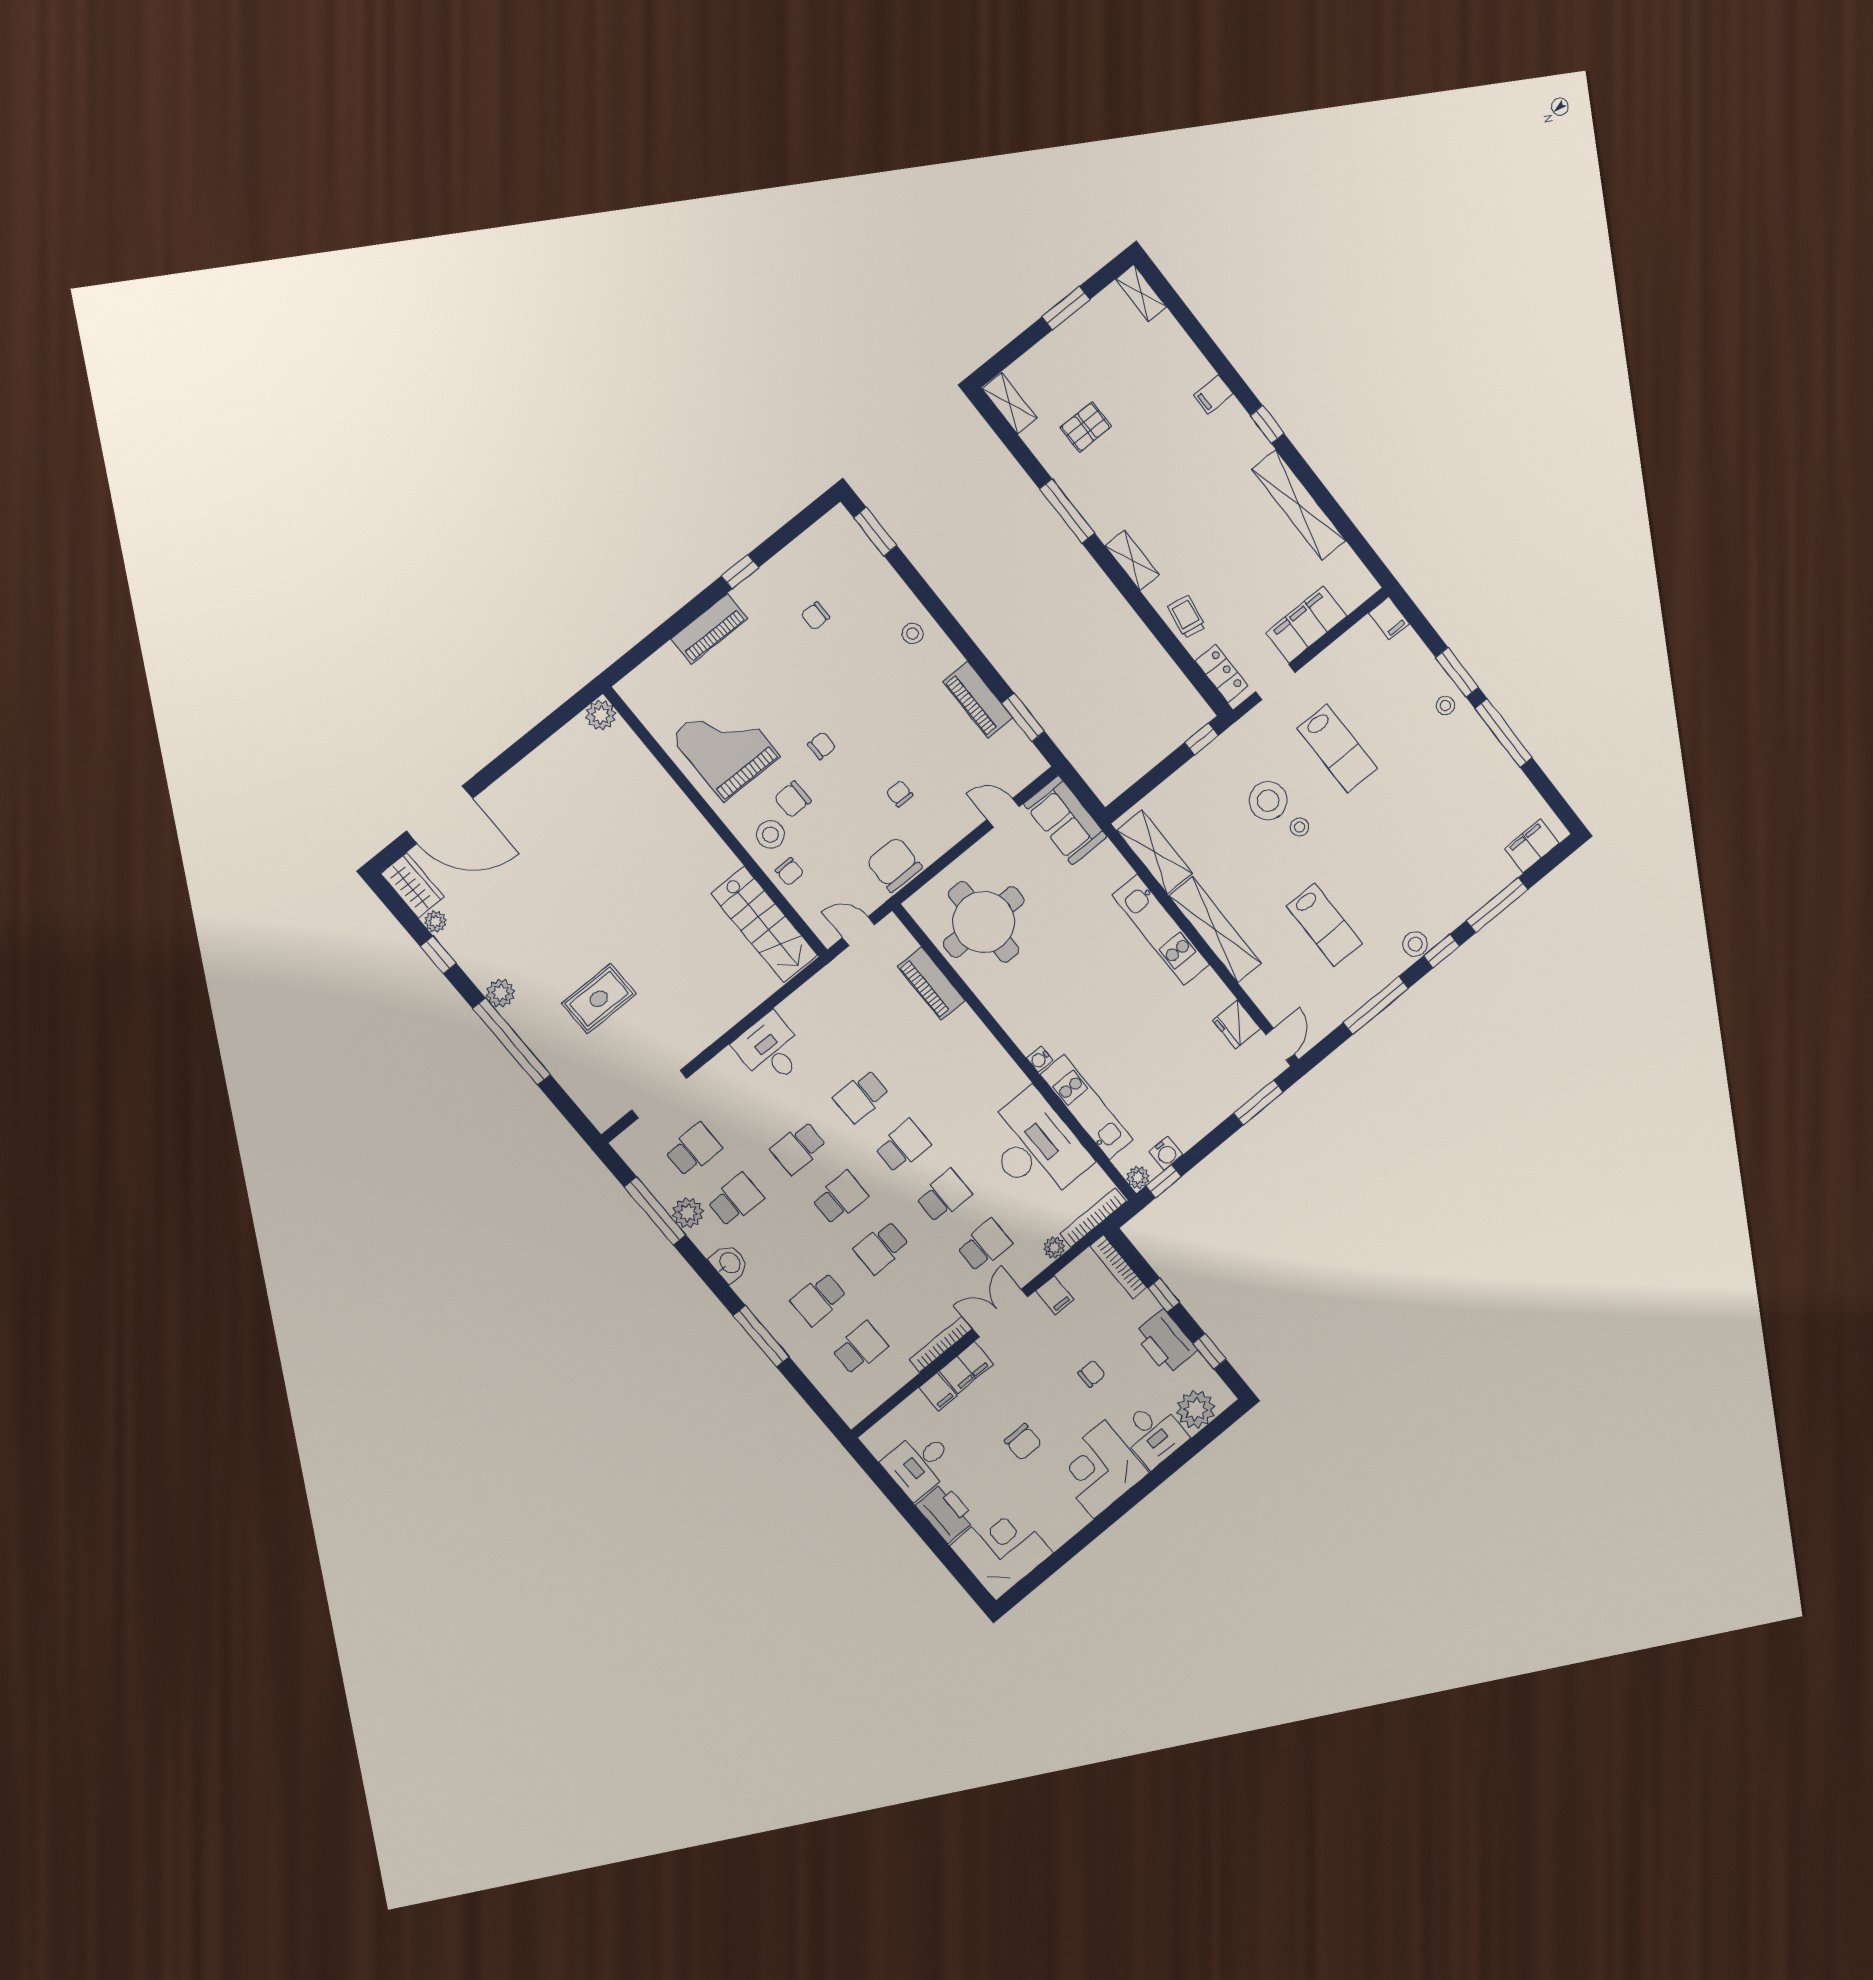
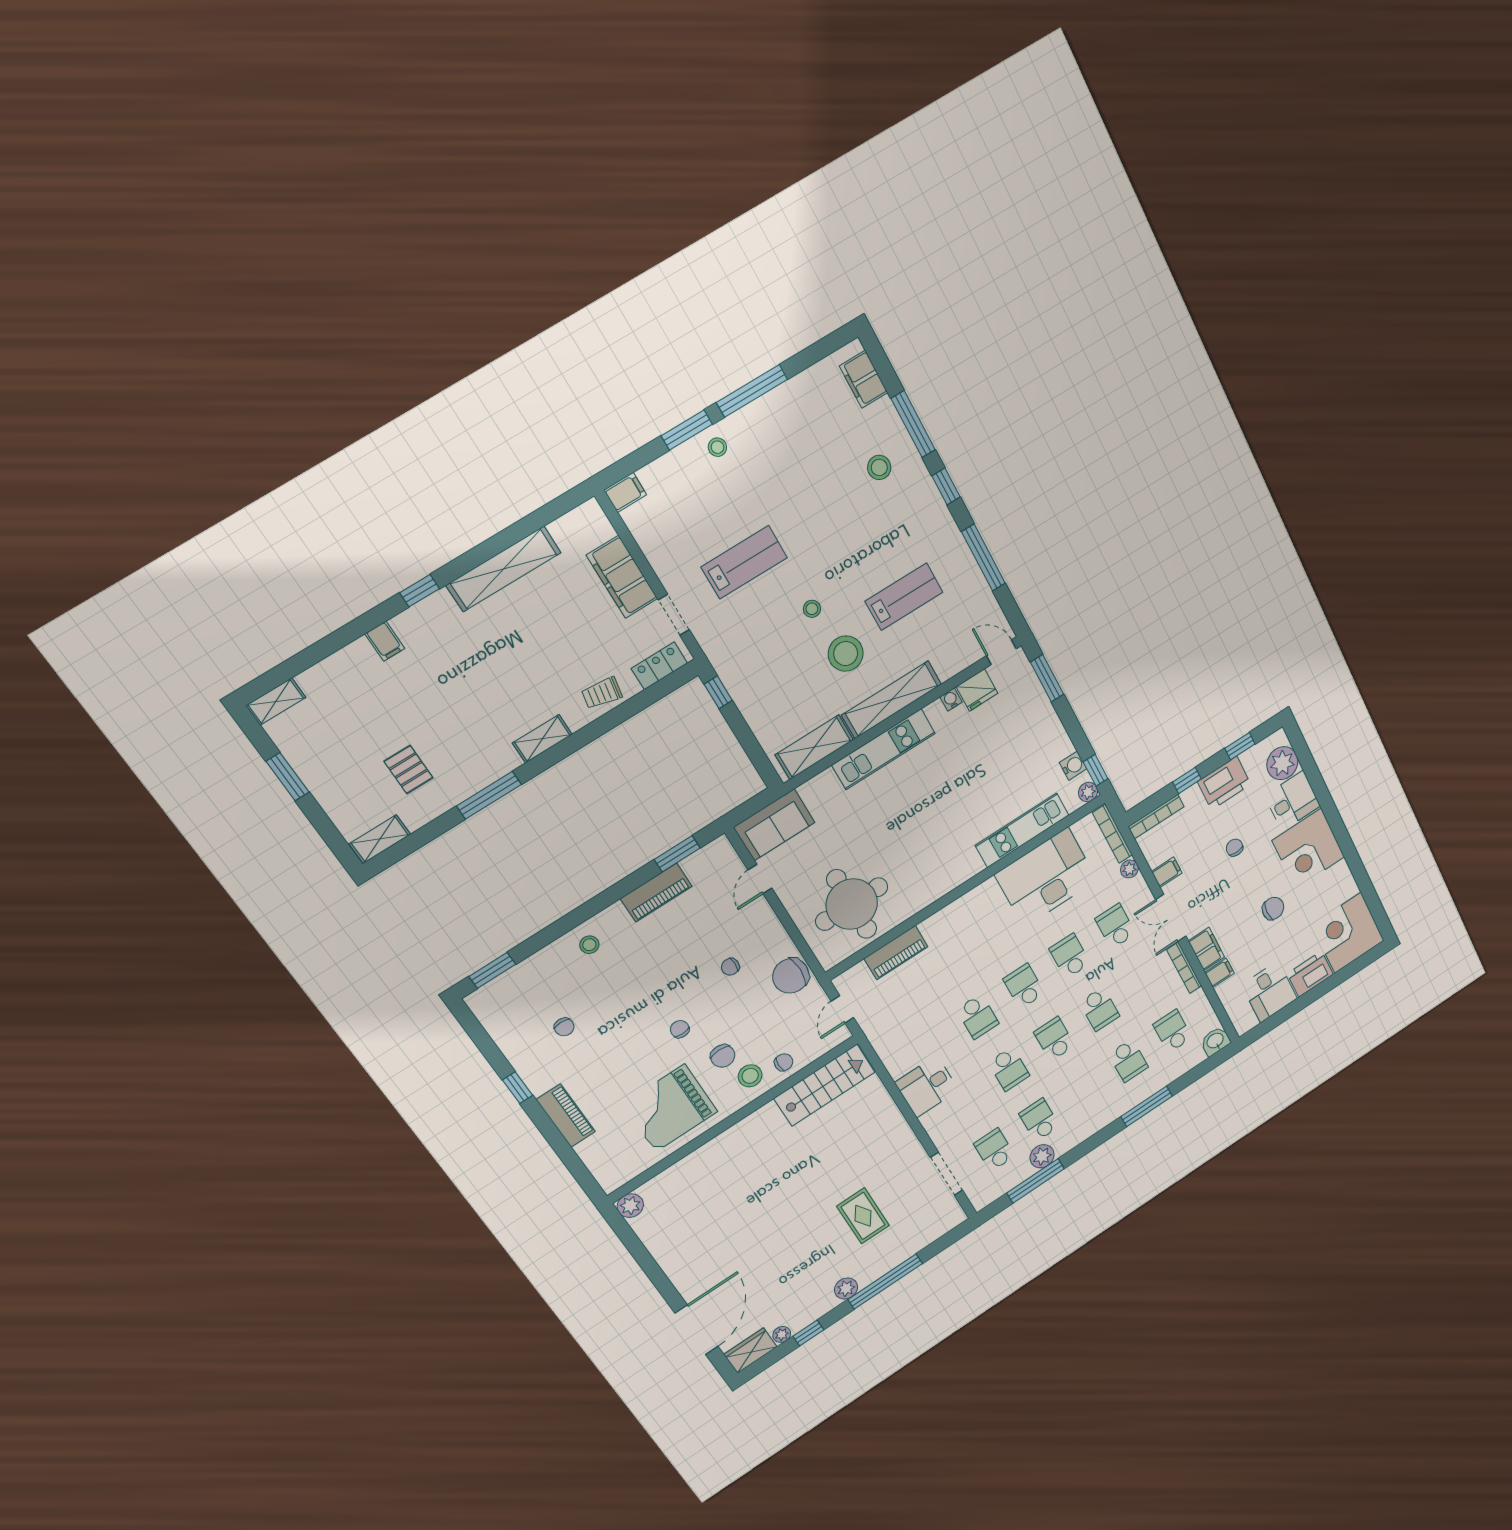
stool: (1268, 801) -> (846, 654), moved
stool: (1415, 944) -> (879, 467), moved
water cooler: (1040, 1059) -> (951, 700), moved, turned 180
washbasin: (729, 1263) -> (1215, 1041), moved

